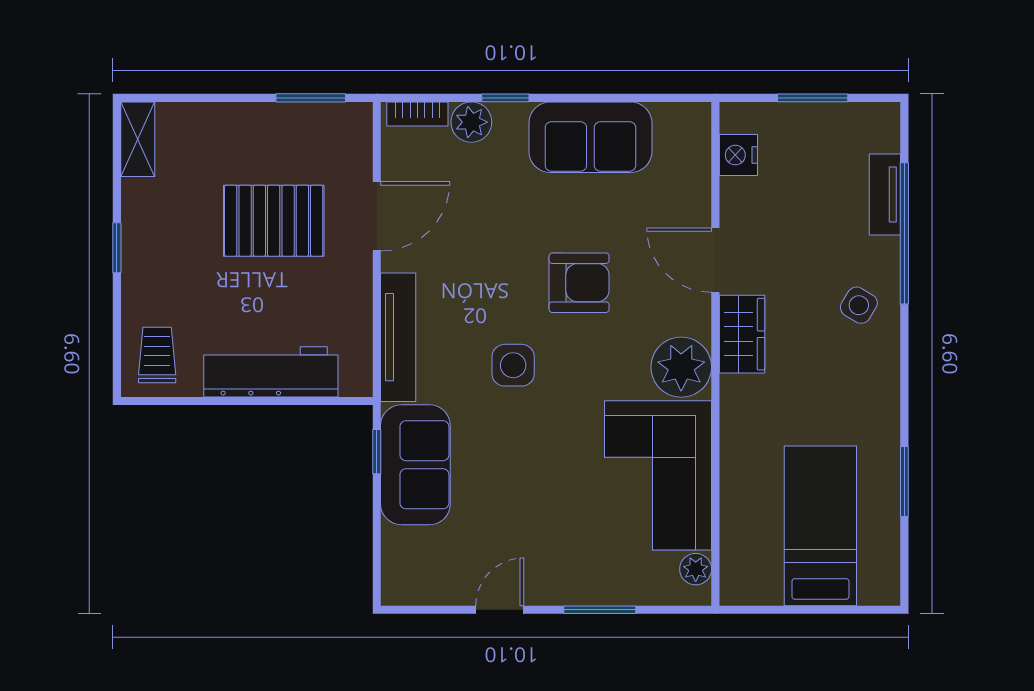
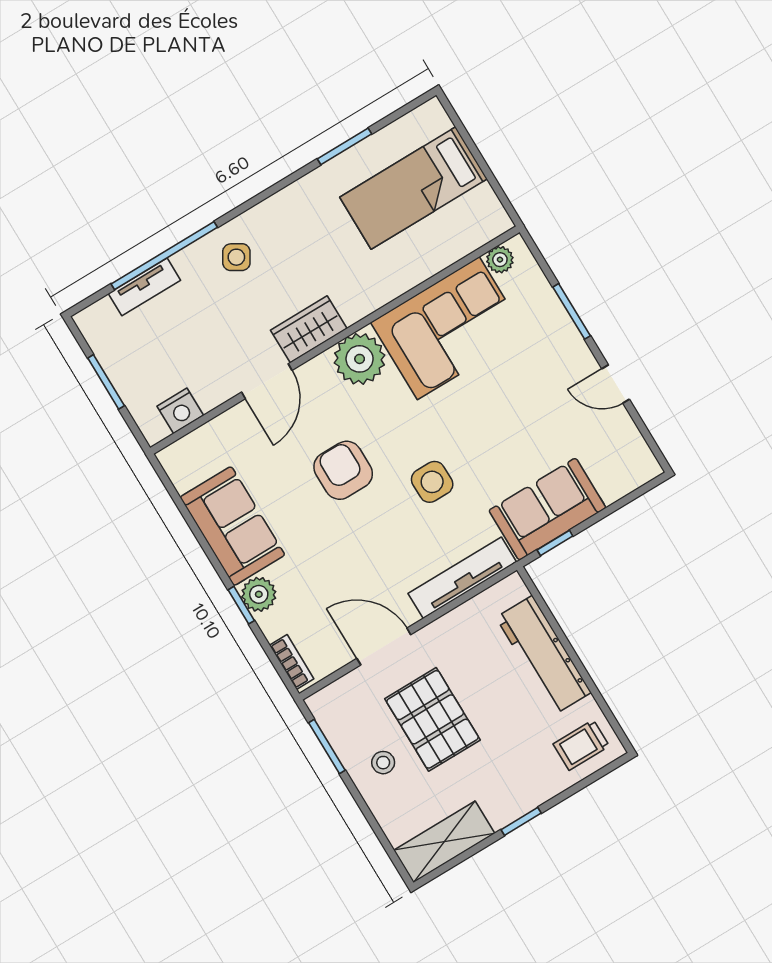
plant: (471, 122) -> (259, 594), moved
shelving: (138, 139) -> (444, 842), width x1.50, depth x1.33
stool: (260, 145) -> (383, 763), added

